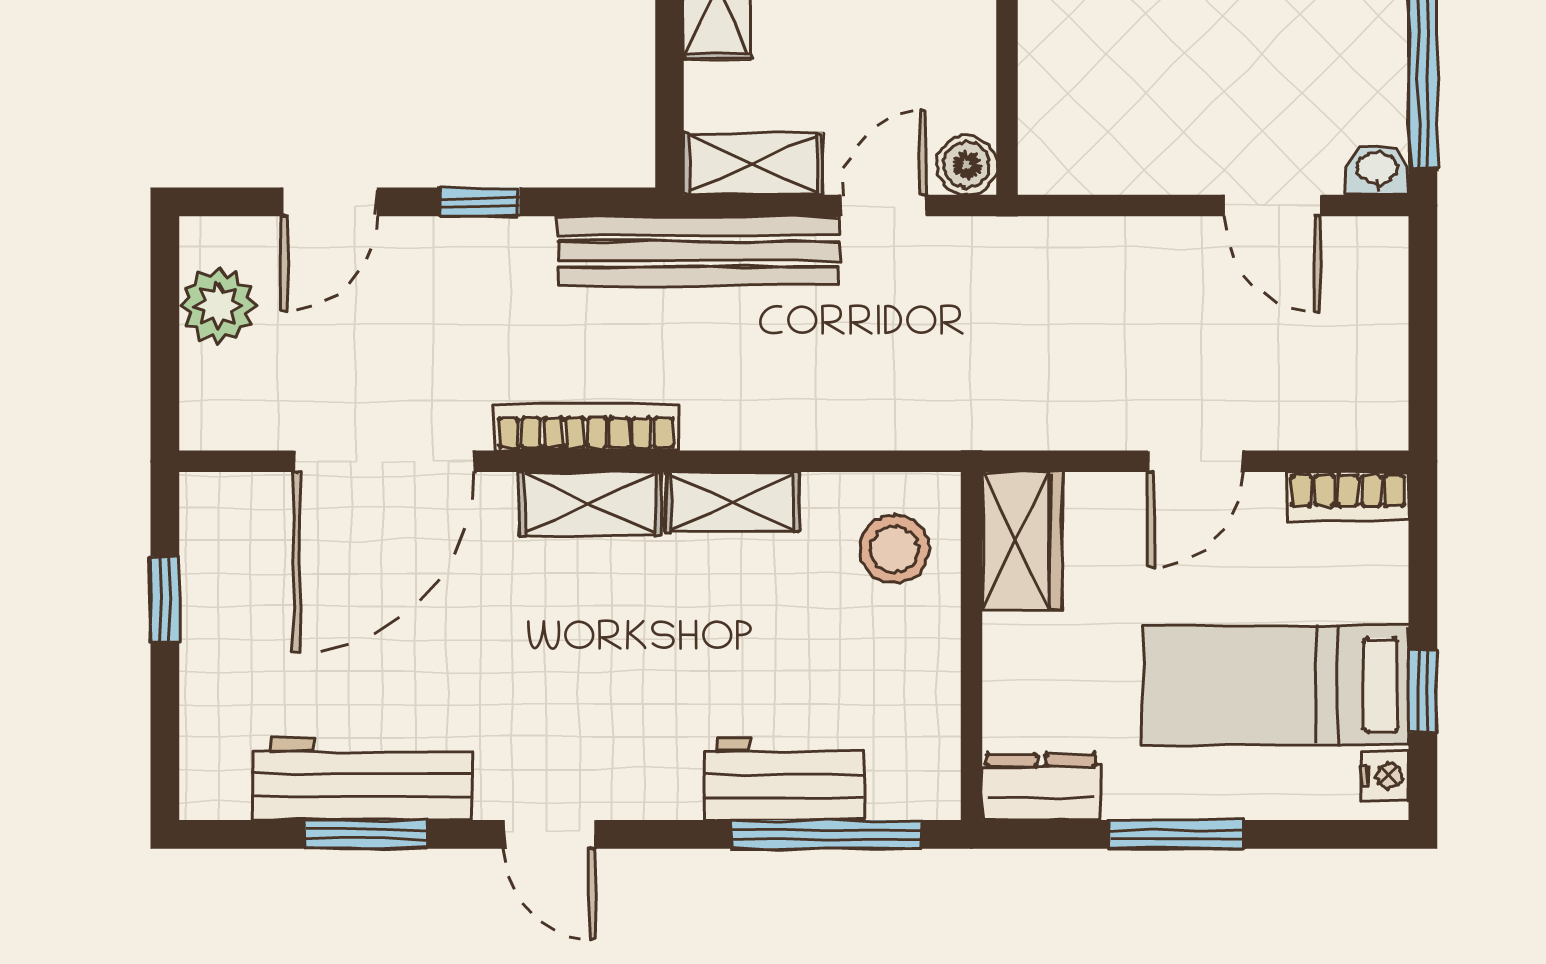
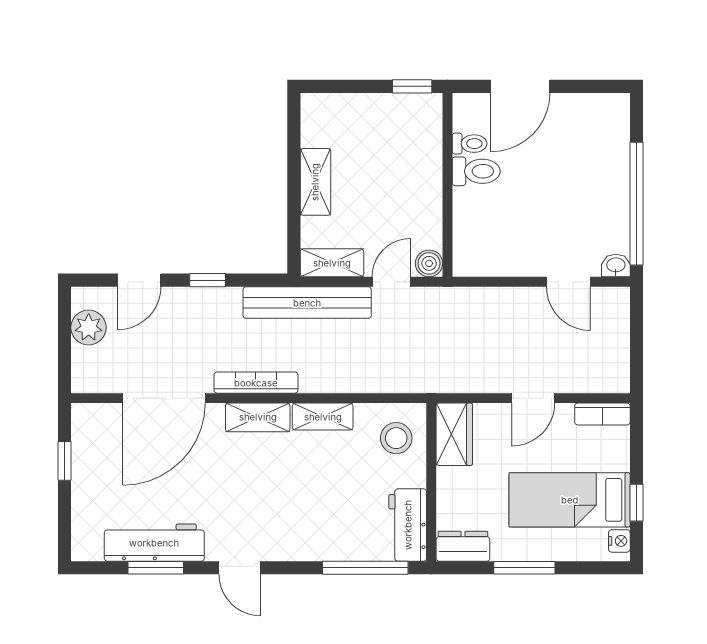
workbench: (784, 779) -> (408, 525), moved, turned -90

